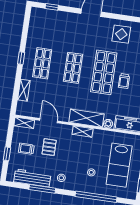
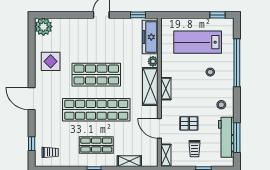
shop shelf: (73, 68) -> (96, 110), width x2.00, depth x1.36
trolley: (124, 81) -> (50, 152), moved
door: (49, 121) -> (159, 128), hinge flipped
lab bench: (119, 165) -> (198, 42), turned 180
window: (42, 189) -> (237, 138), moved

